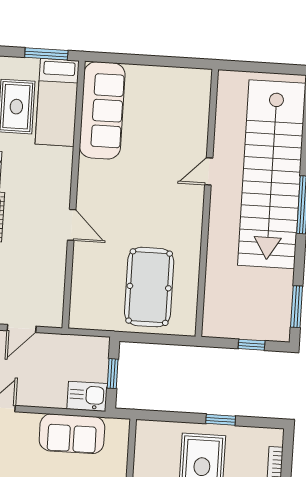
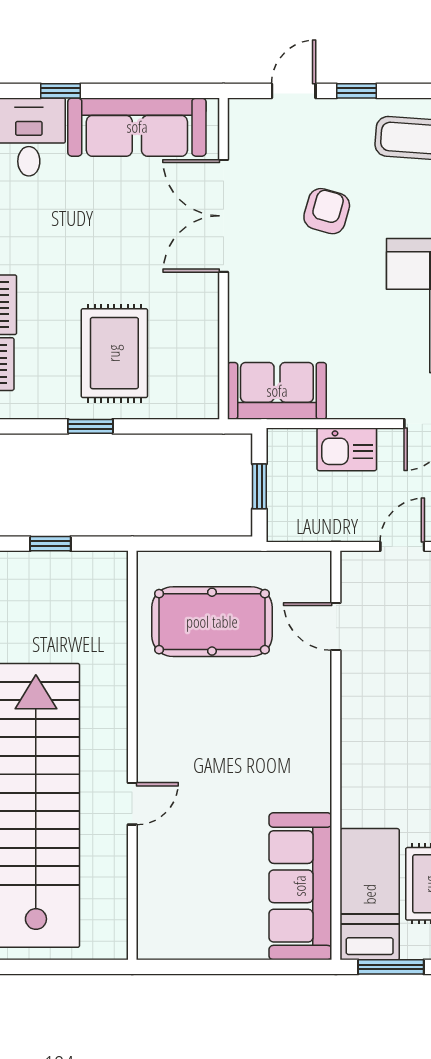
door: (72, 225) -> (336, 627), moved
pool table: (149, 287) -> (212, 622), turned 90
kitchen sink: (87, 396) -> (347, 449), moved
sofa: (72, 434) -> (277, 391), moved

